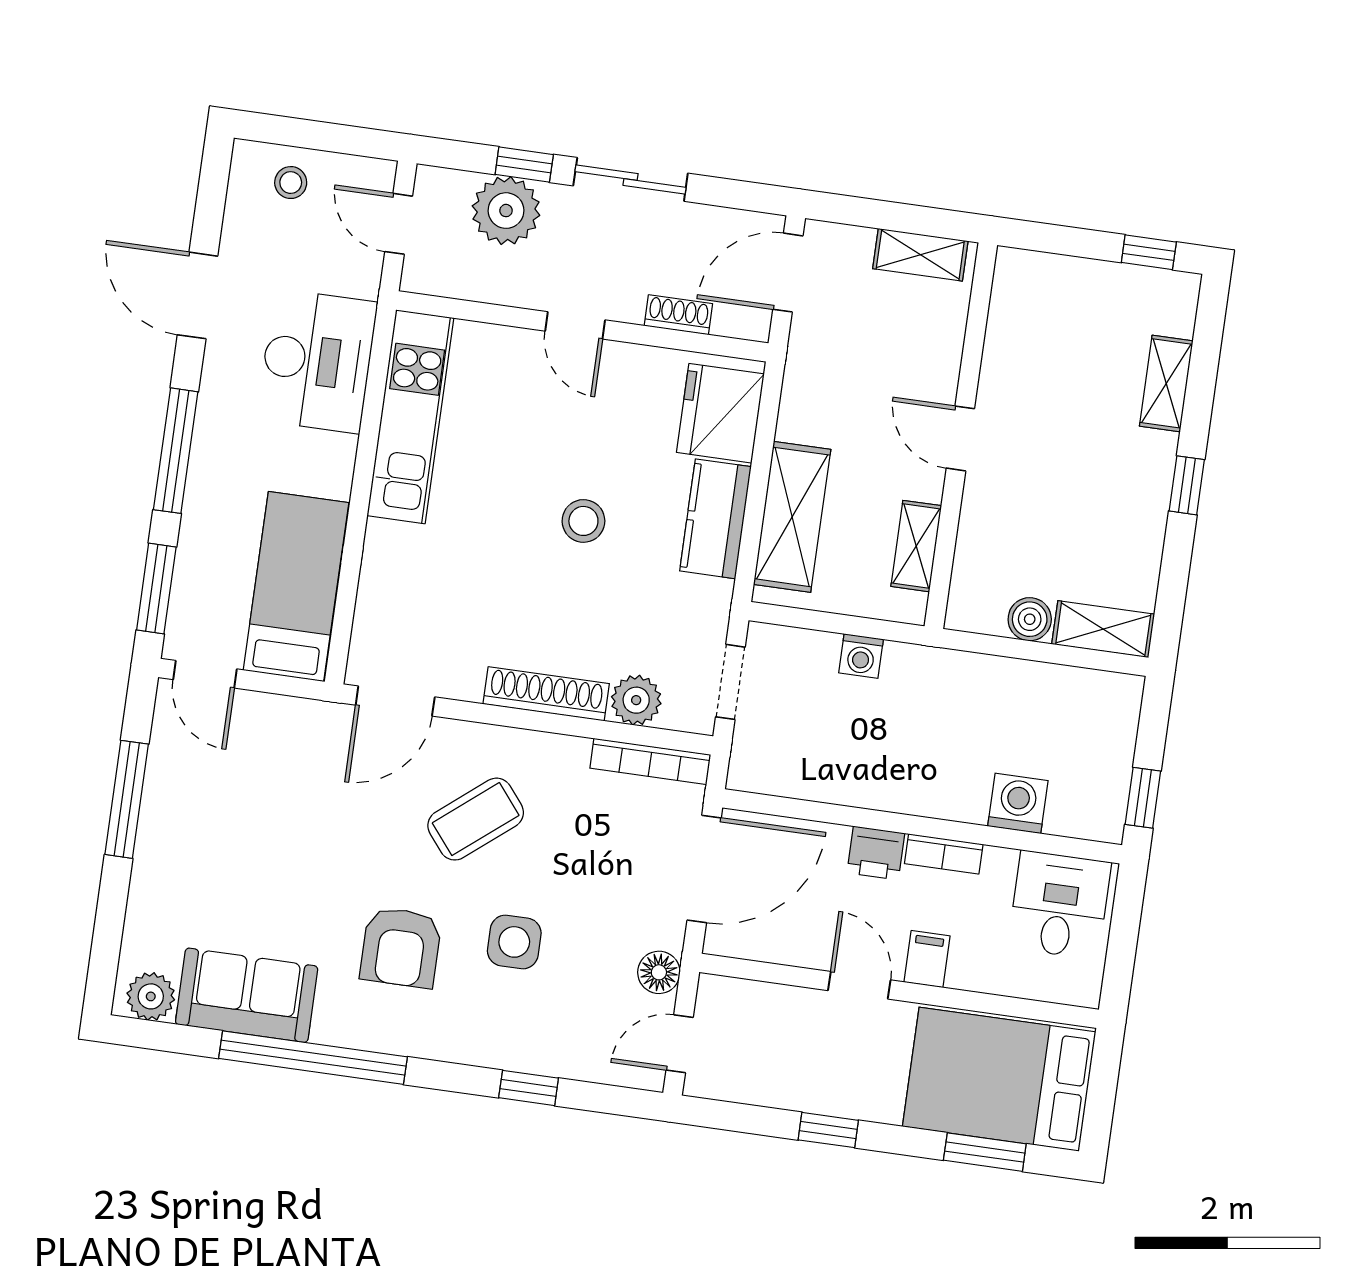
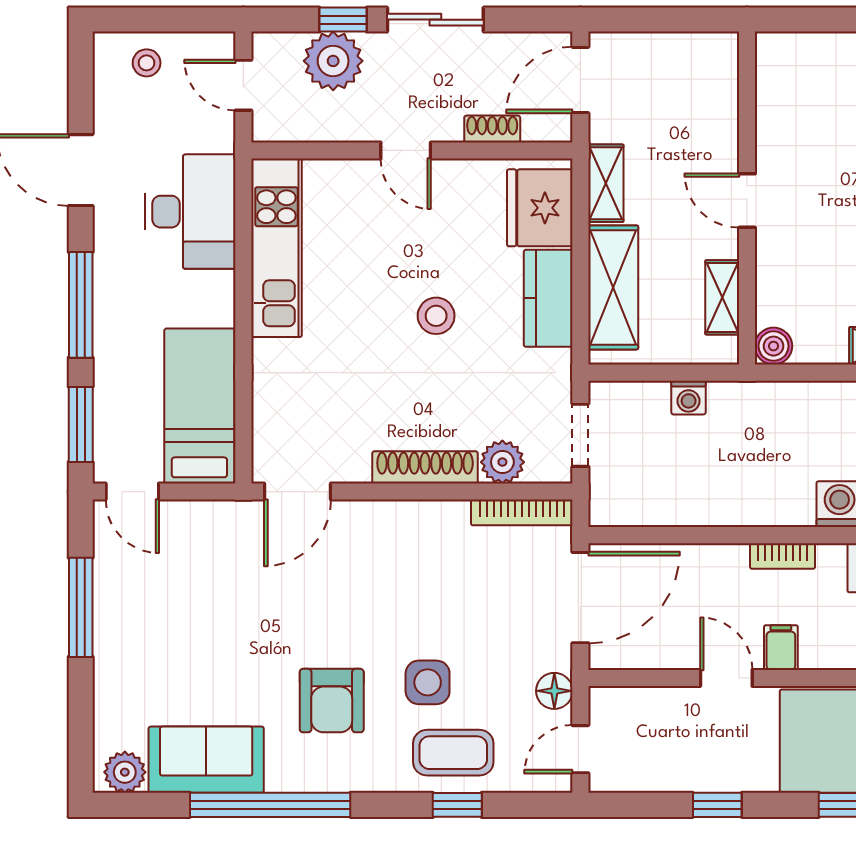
shelving: (920, 255) -> (606, 183), moved, turned 90
boiler: (1030, 619) -> (774, 346), moved
coffee table: (476, 819) -> (453, 753), moved, turned 39
printer: (876, 853) -> (725, 563), removed

